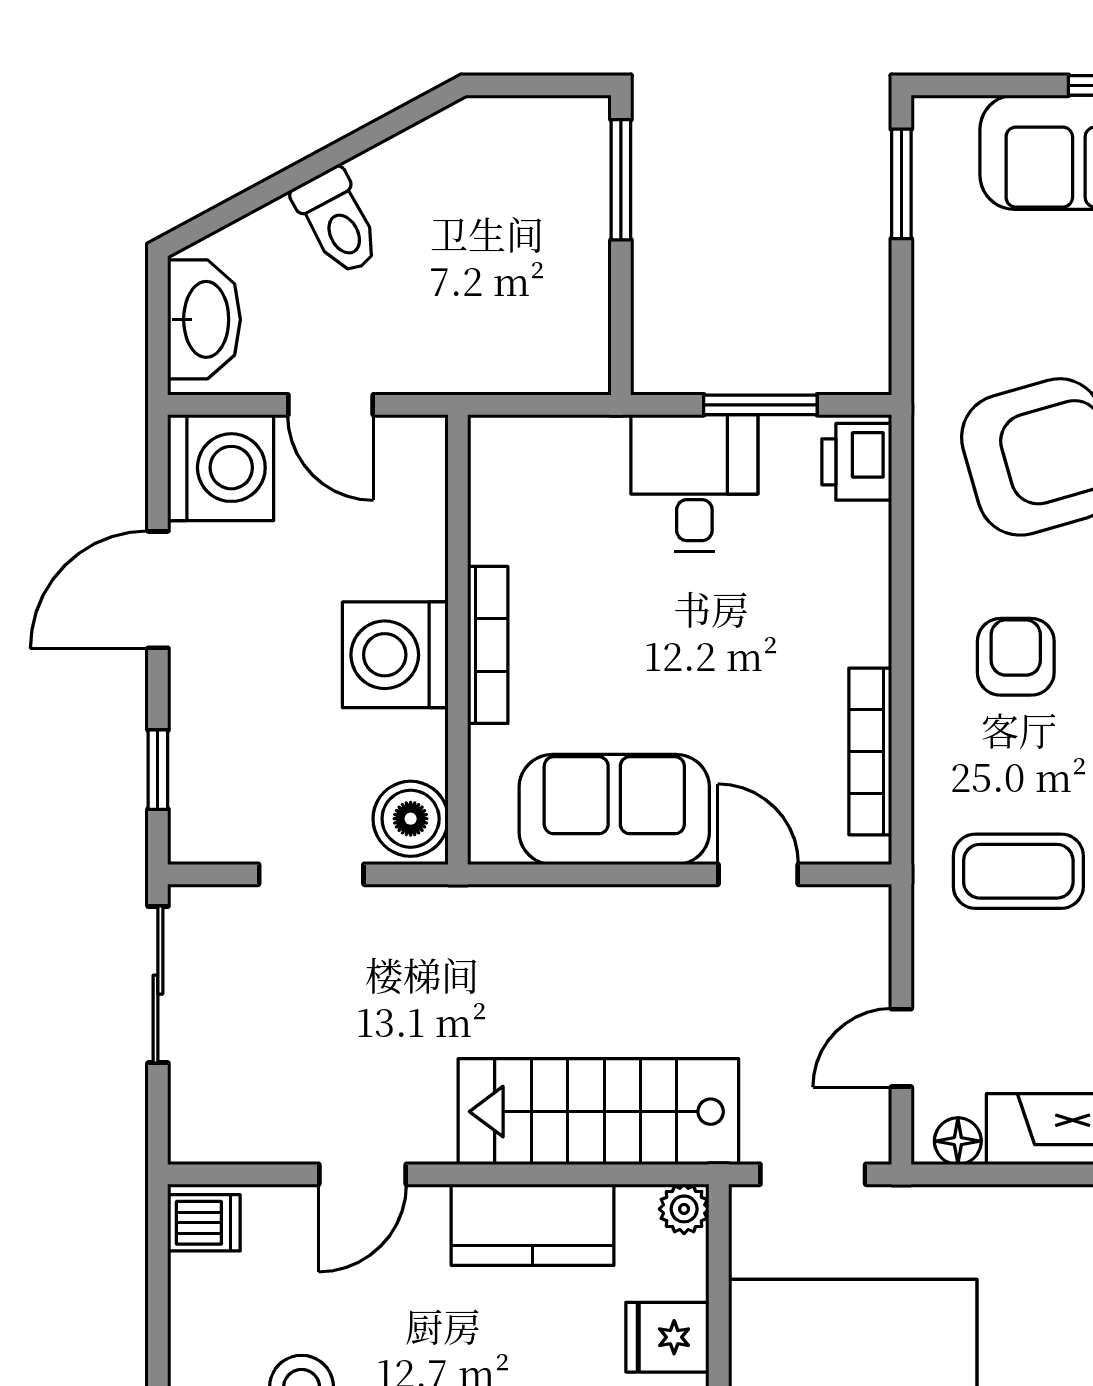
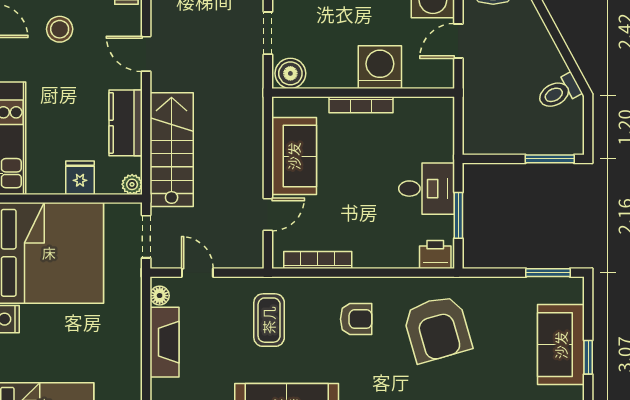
toilet: (338, 222) -> (559, 92), moved
washing machine: (395, 655) -> (380, 67), moved

